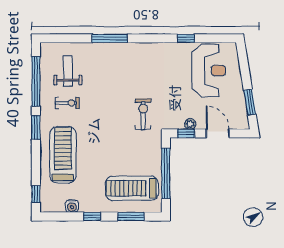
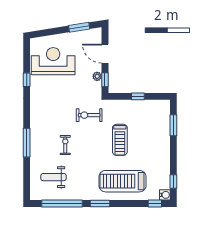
exercise bike: (67, 103) -> (65, 145), moved
door: (218, 133) -> (105, 54), hinge flipped
window: (166, 173) -> (138, 96), width x0.32
treadmill: (132, 188) -> (120, 140), moved, width x0.73, depth x0.73
water cooler: (72, 206) -> (165, 195), moved
window: (92, 217) -> (173, 182), moved

